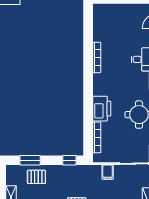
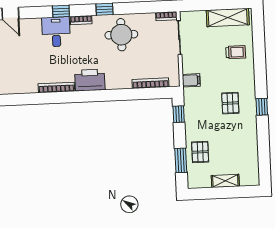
printer: (102, 109) -> (90, 80), moved
filing cabinet: (108, 172) -> (191, 80), moved

